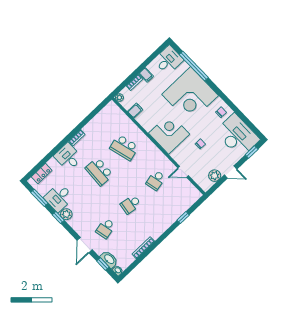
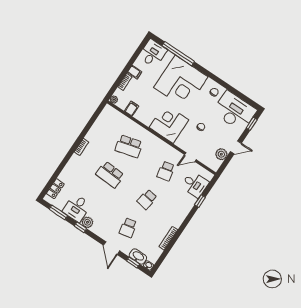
desk: (68, 157) -> (195, 184), moved, turned 180

